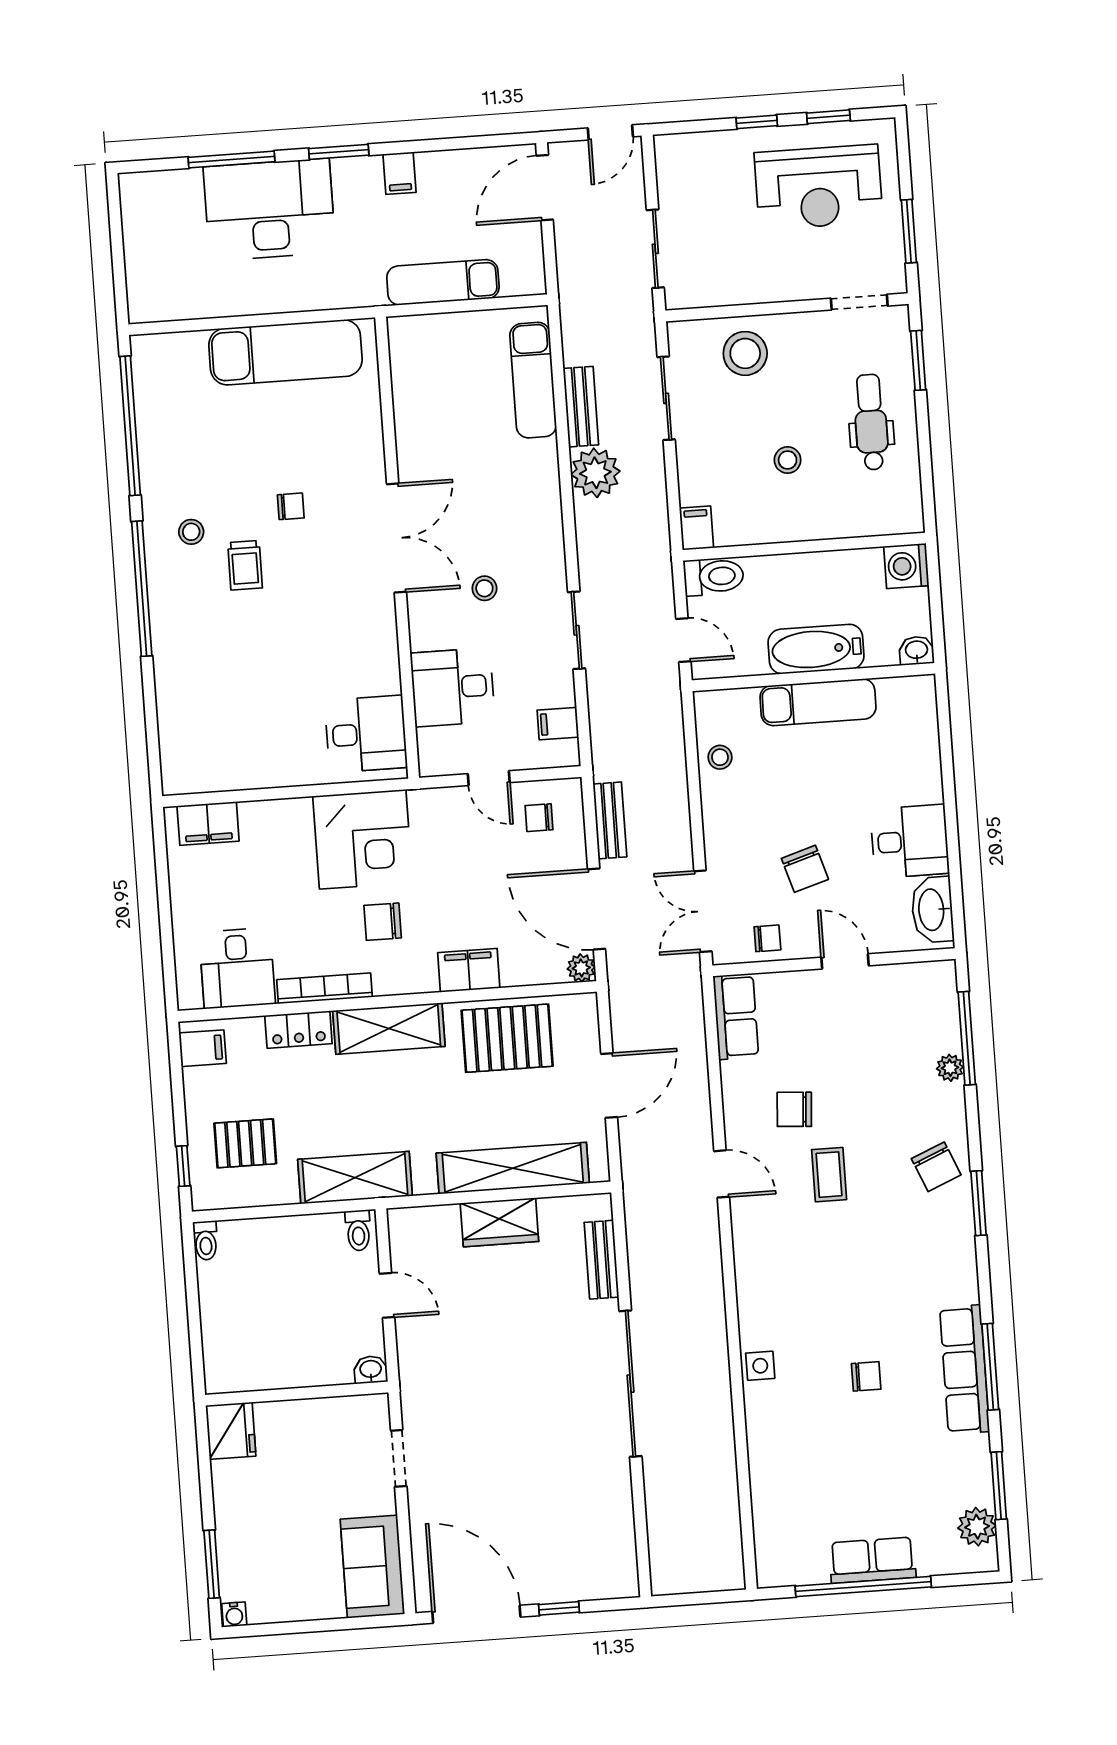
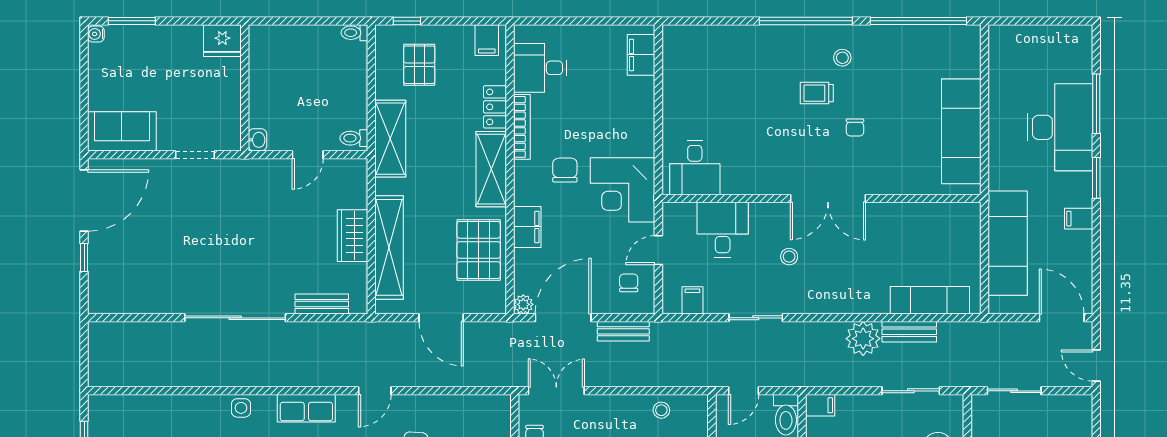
exam couch: (443, 282) -> (1008, 243), width x1.36, depth x1.45
corner desk: (363, 839) -> (623, 190), moved
row of seats: (736, 1017) -> (306, 408), moved

